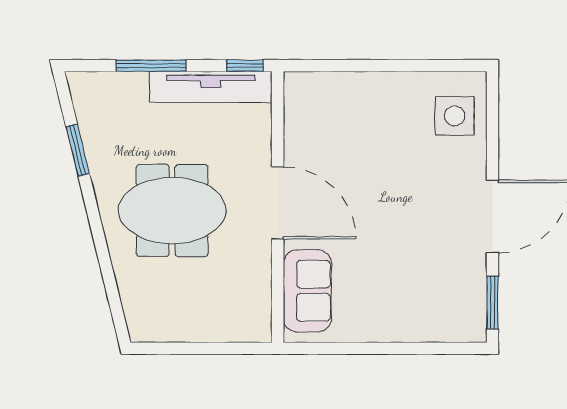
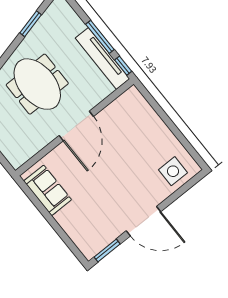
window: (151, 66) -> (100, 37), moved
sofa: (307, 291) -> (48, 190), moved, turned -90

